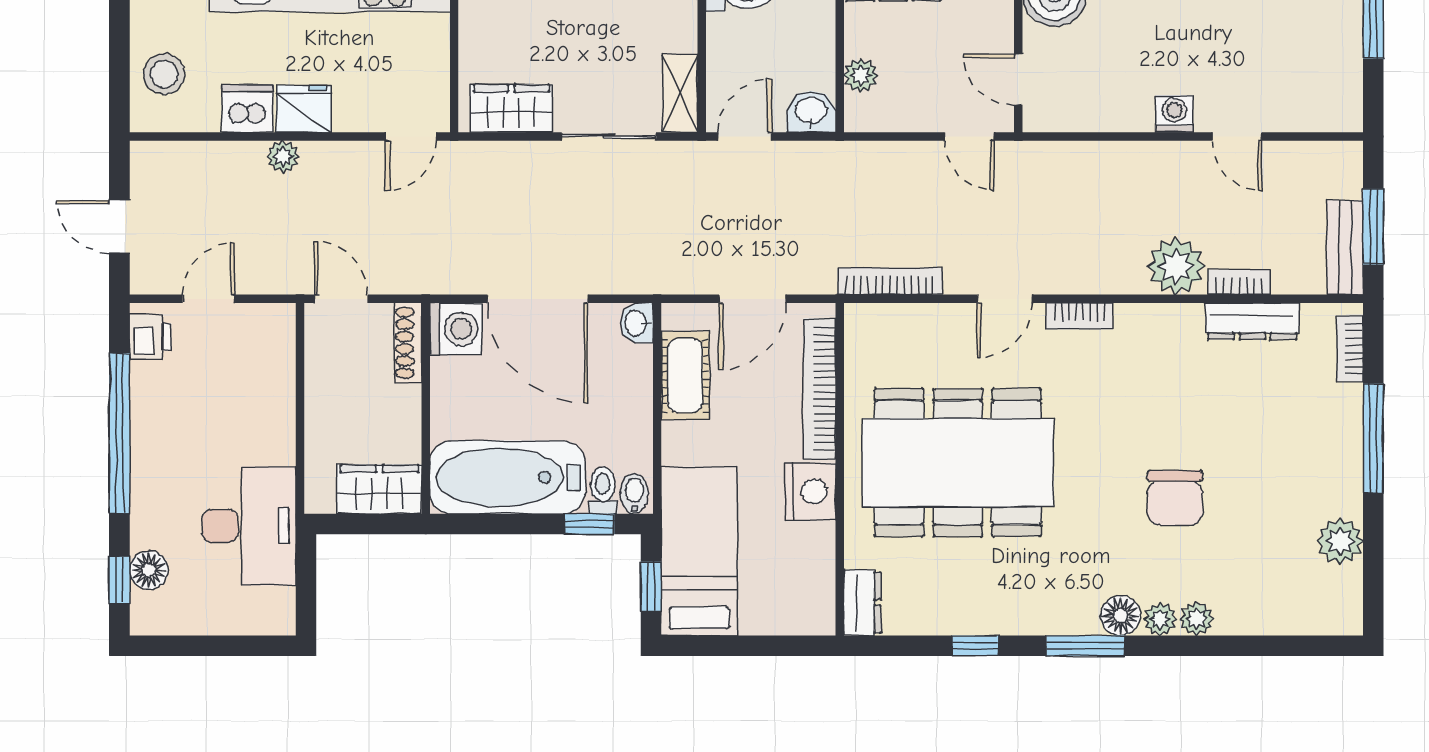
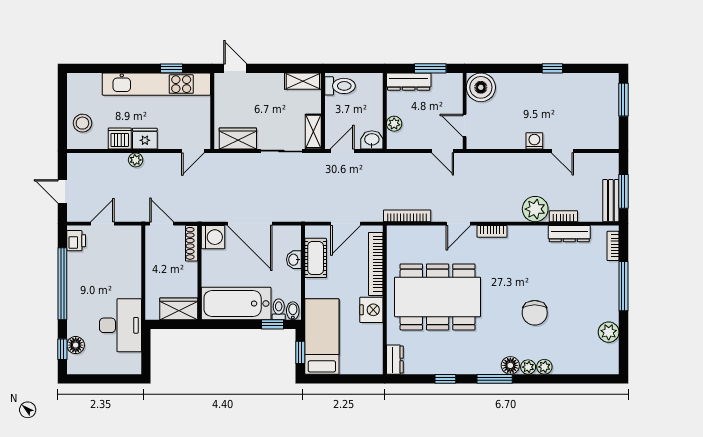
washbasin: (637, 323) -> (294, 260), moved

